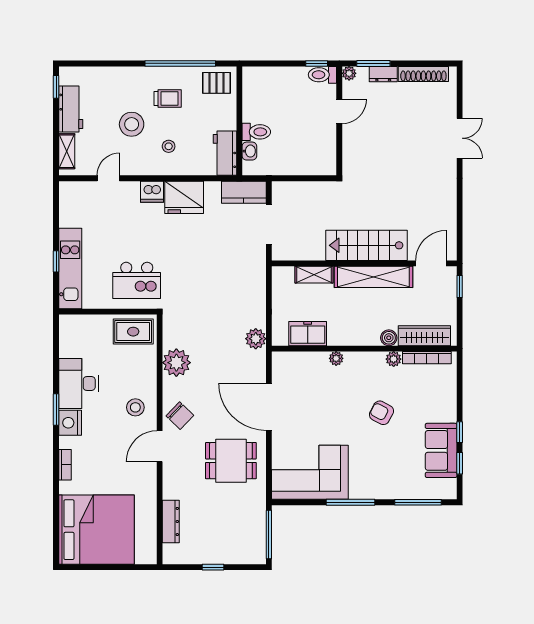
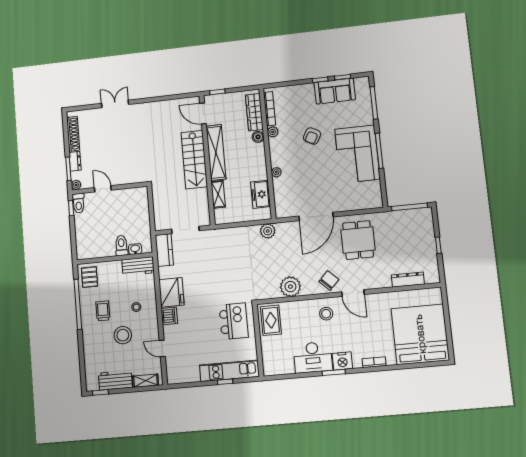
corner sofa: (310, 472) -> (357, 154), moved

